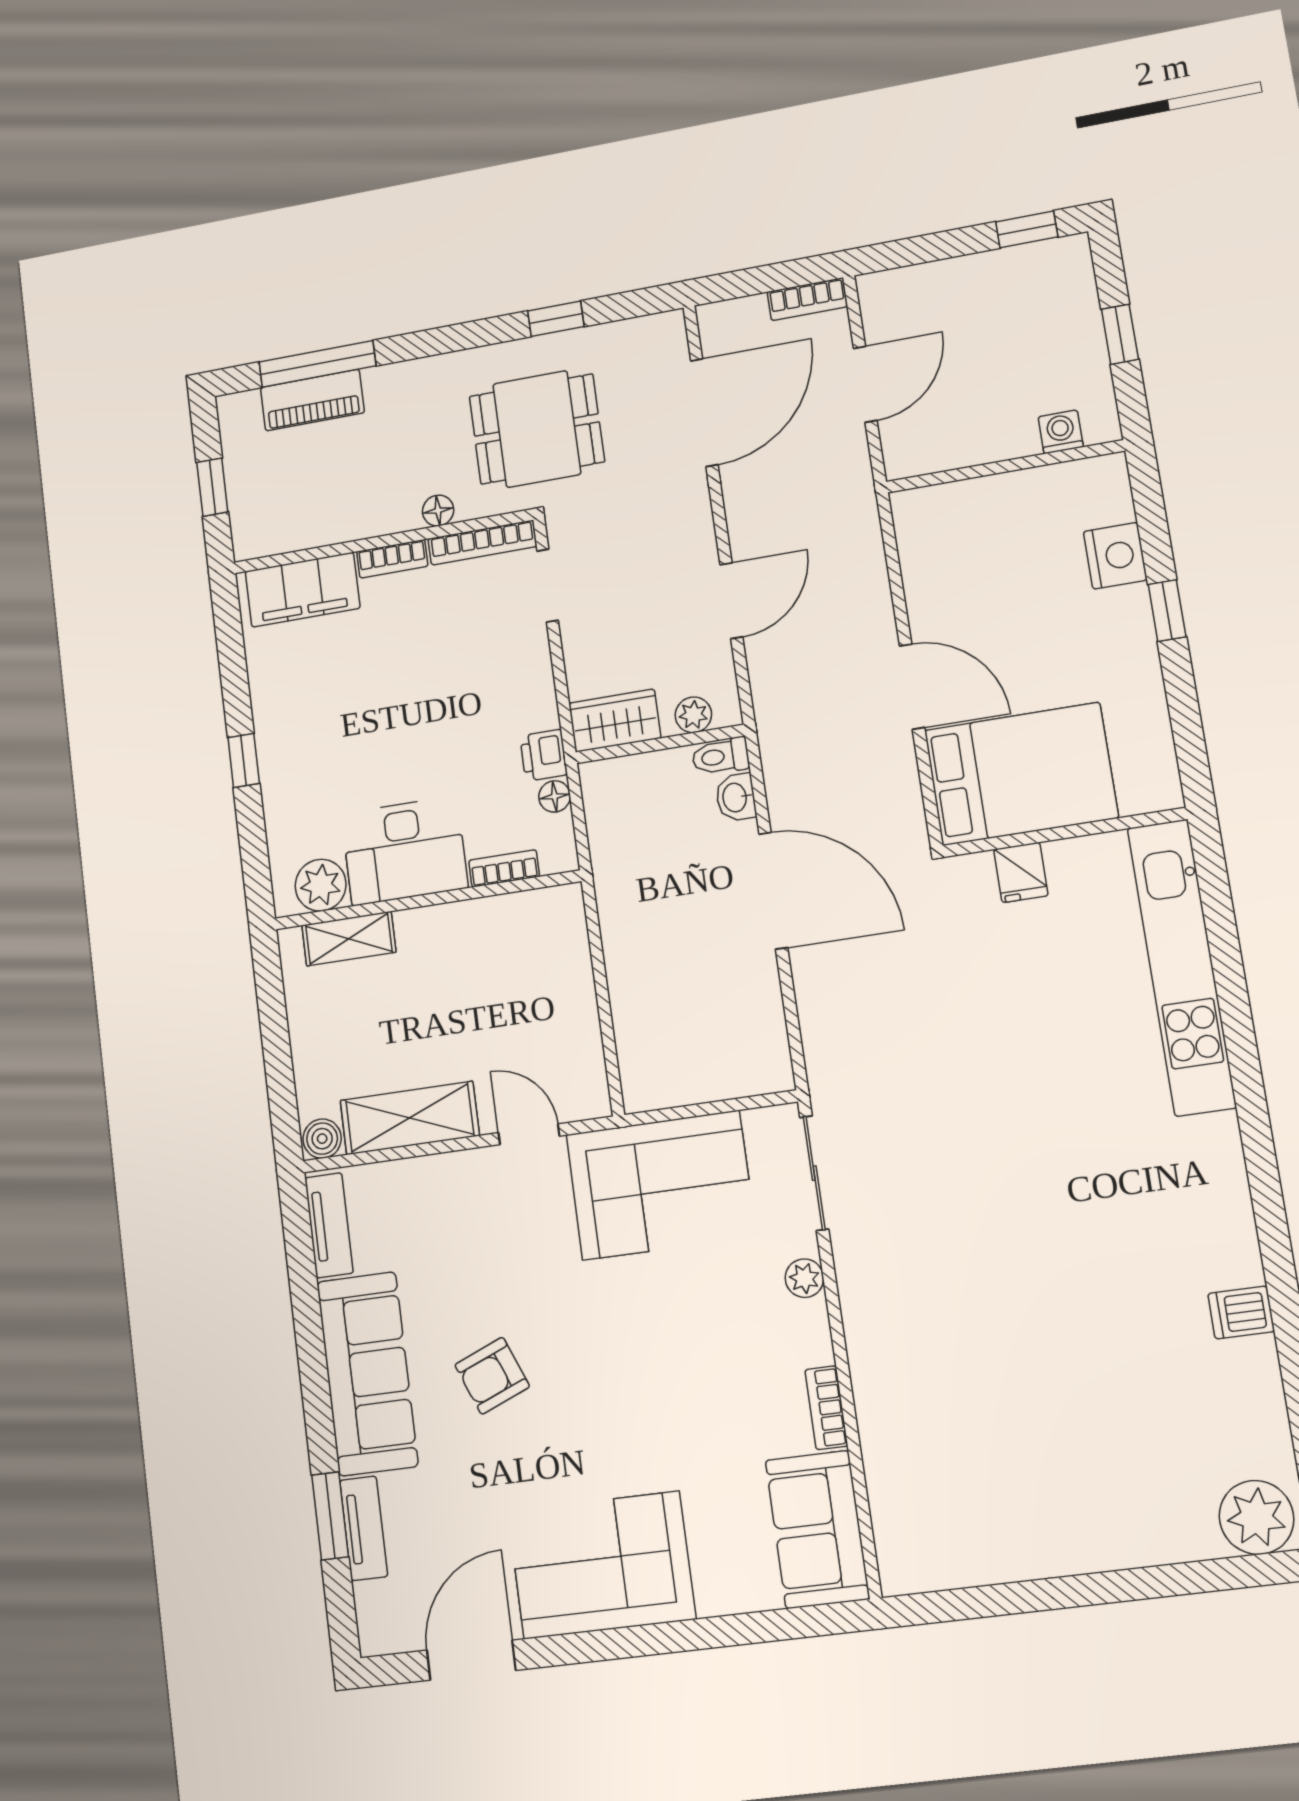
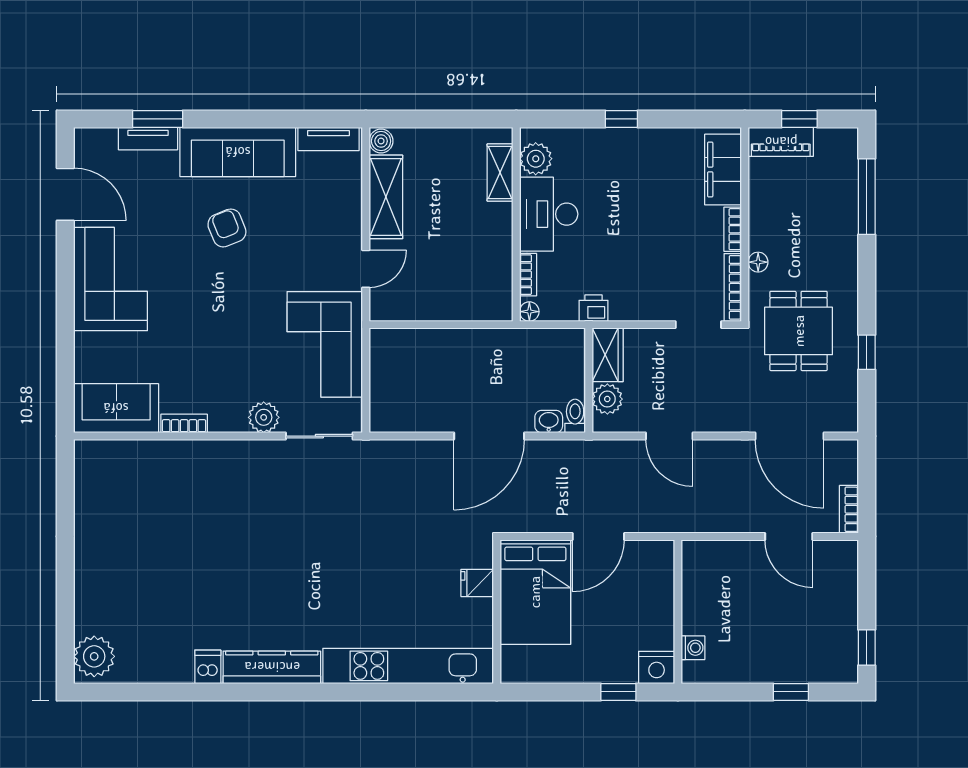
piano: (312, 400) -> (781, 142), moved, turned -90
washing machine: (1061, 432) -> (693, 648), moved
wall: (1005, 466) -> (678, 612), moved
plant: (693, 715) -> (607, 399), width x1.38, depth x1.38
floor lamp: (555, 796) -> (529, 312), moved
kitchen counter: (1223, 1200) -> (272, 667), added
plant: (804, 1278) -> (264, 417), width x1.38, depth x1.38

